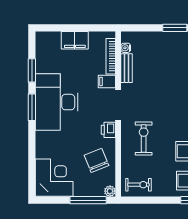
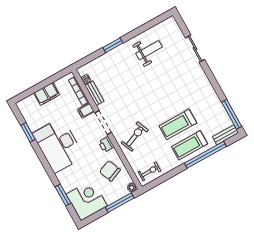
window: (32, 107) -> (63, 195), moved
exercise bike: (144, 138) -> (135, 136), turned 67

